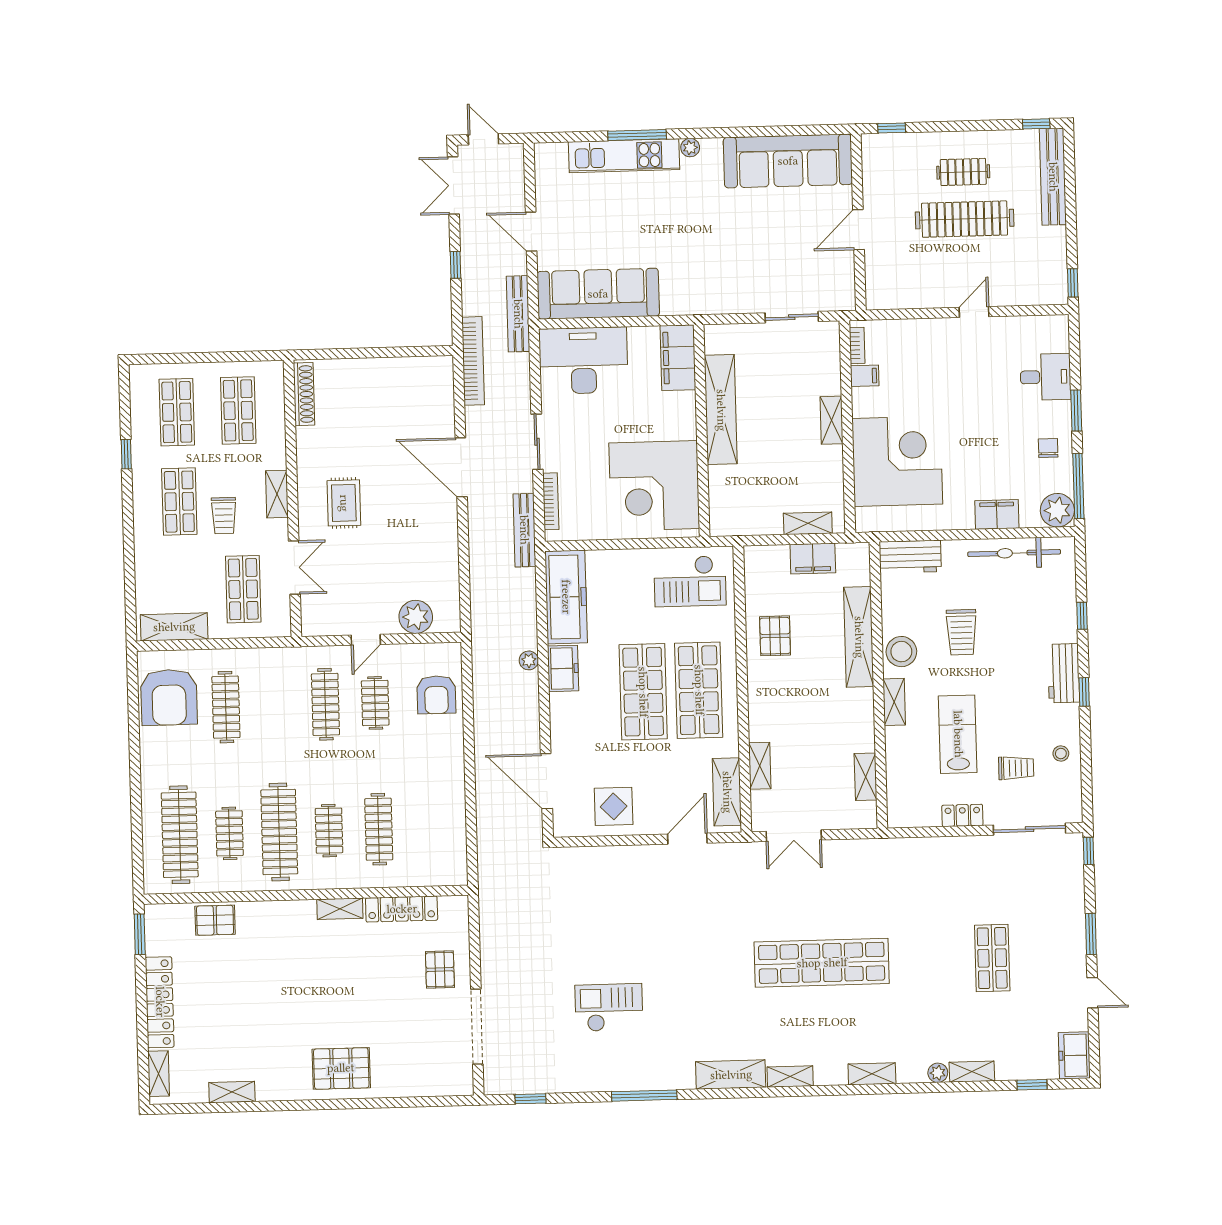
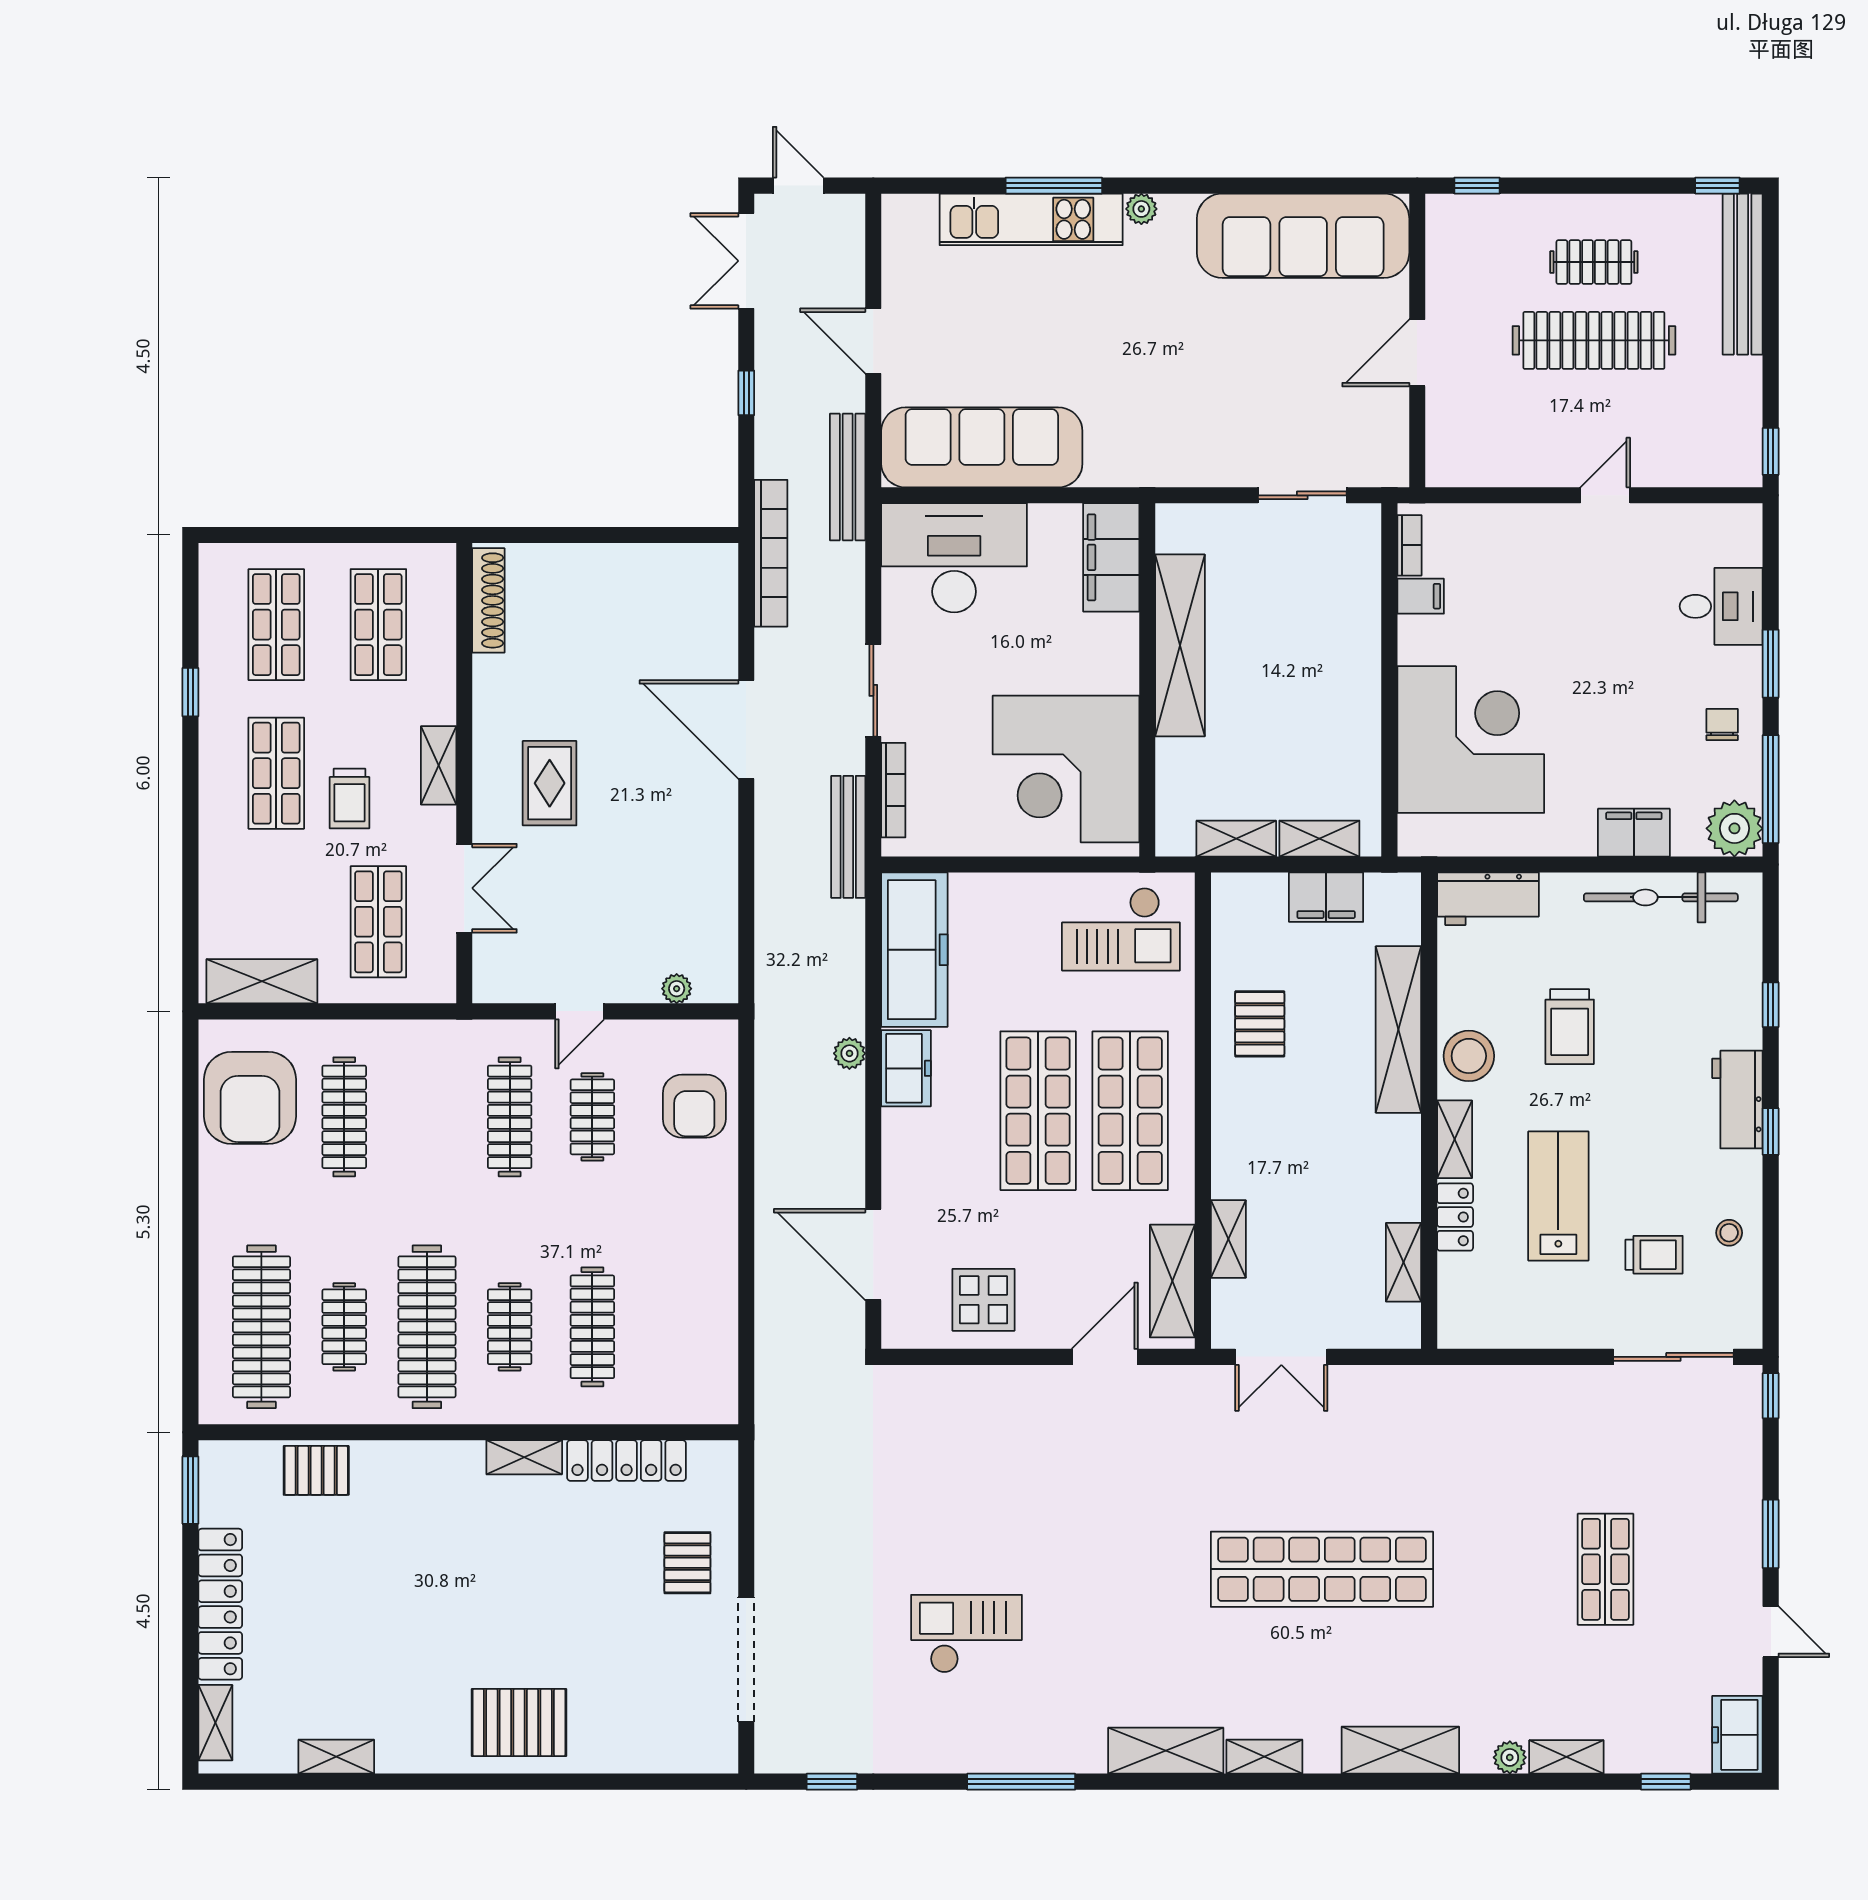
shelving: (832, 420) -> (1236, 839), moved, turned 90
plant: (416, 617) -> (677, 989), width x0.53, depth x0.53
locker: (962, 815) -> (1455, 1217), moved, turned 90
shelving: (872, 1074) -> (1400, 1750), width x1.50, depth x1.33

